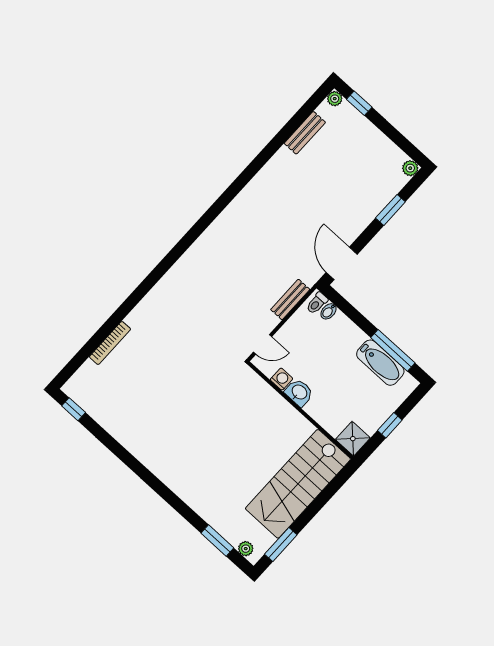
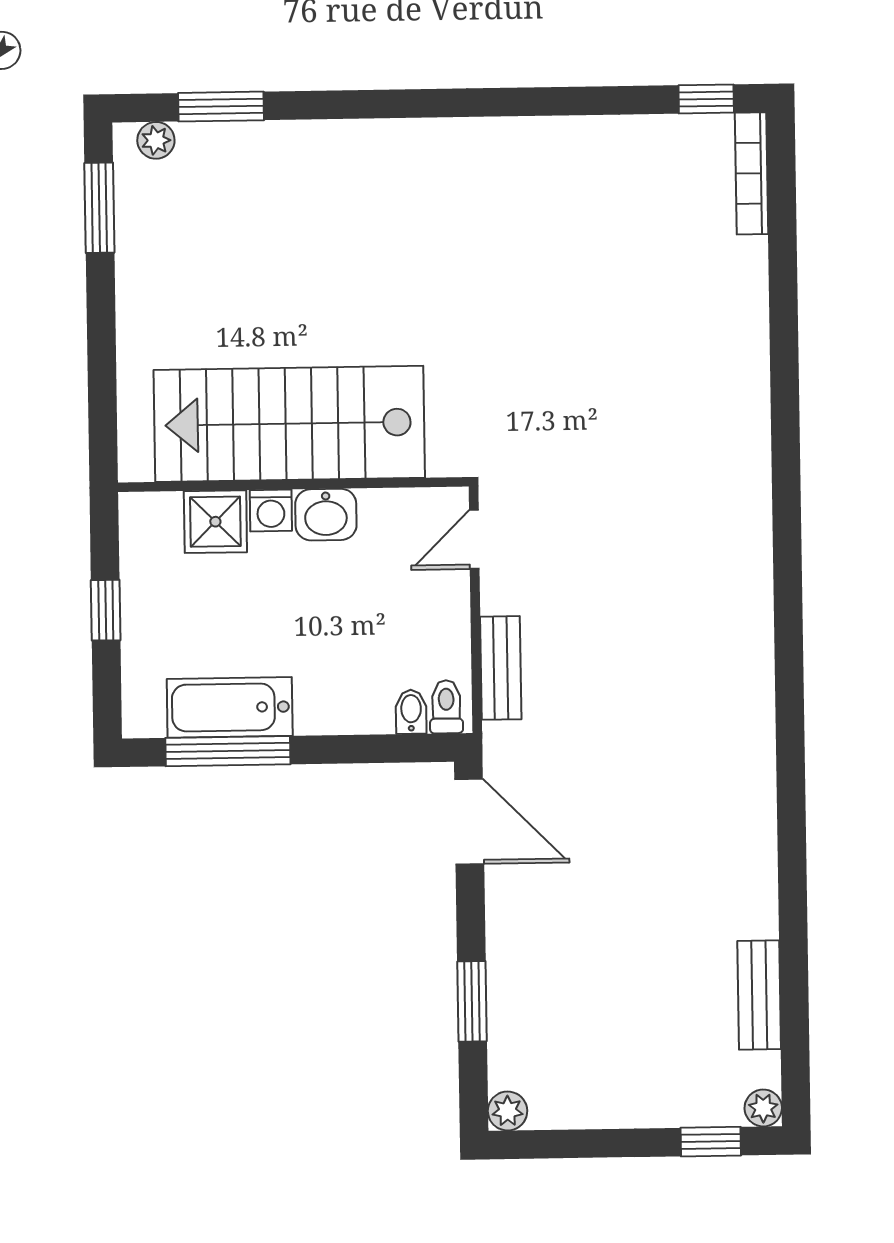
bookcase: (110, 343) -> (751, 173), moved
washing machine: (281, 379) -> (271, 510), moved
shower: (353, 439) -> (215, 522), moved
stairs: (298, 484) -> (289, 424), moved, turned -90

